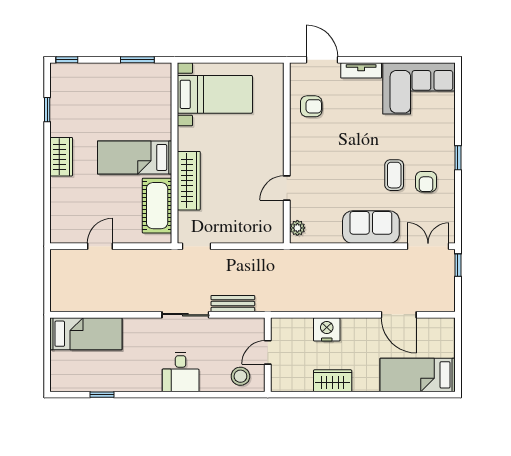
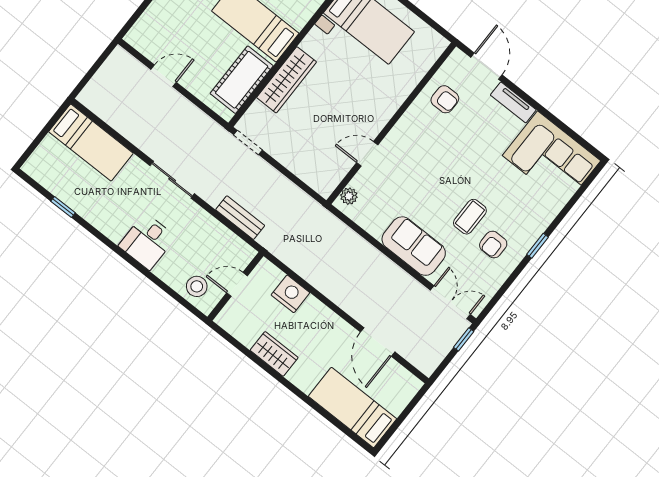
sliding door: (185, 315) -> (172, 180), moved
nightstand: (327, 329) -> (290, 294), moved

